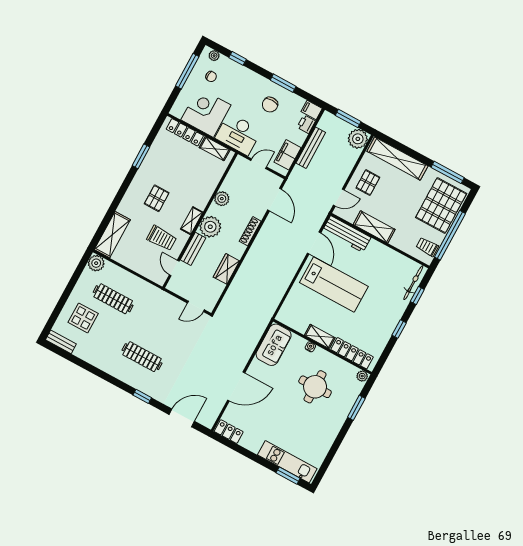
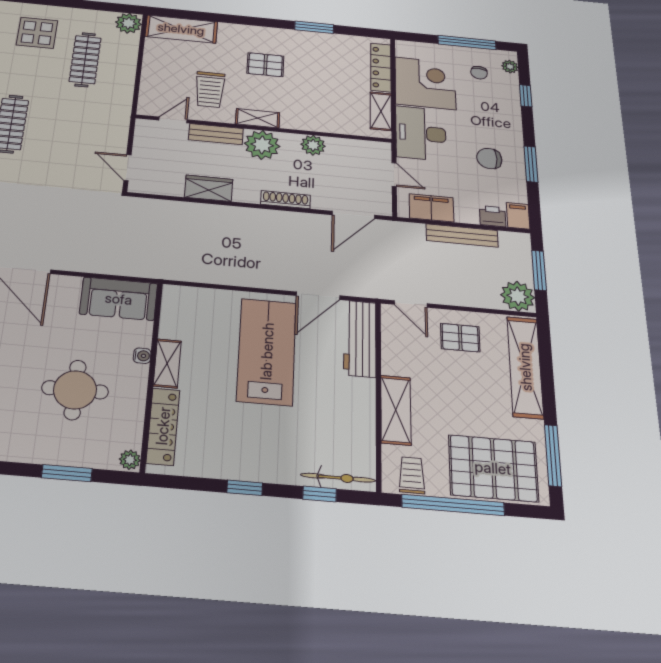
shelving: (374, 227) -> (396, 410), moved
lab bench: (334, 284) -> (267, 351), turned 180

